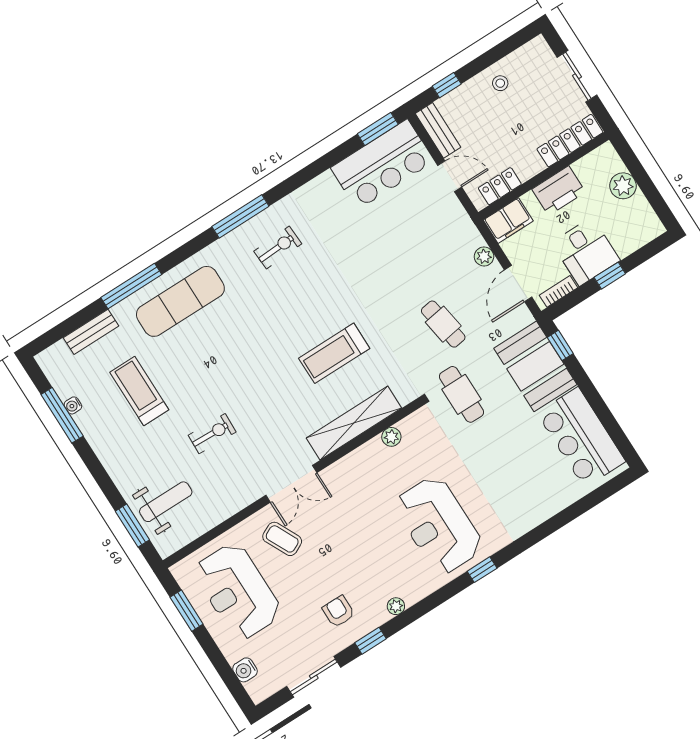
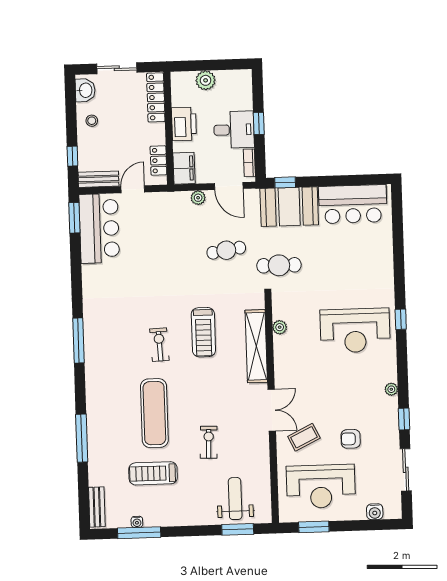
washbasin: (530, 55) -> (85, 90), added
exercise bike: (278, 248) -> (159, 345), moved
exercise mat: (180, 301) -> (154, 413), moved
bench: (91, 332) -> (97, 507), moved
armchair: (339, 611) -> (351, 439), moved

